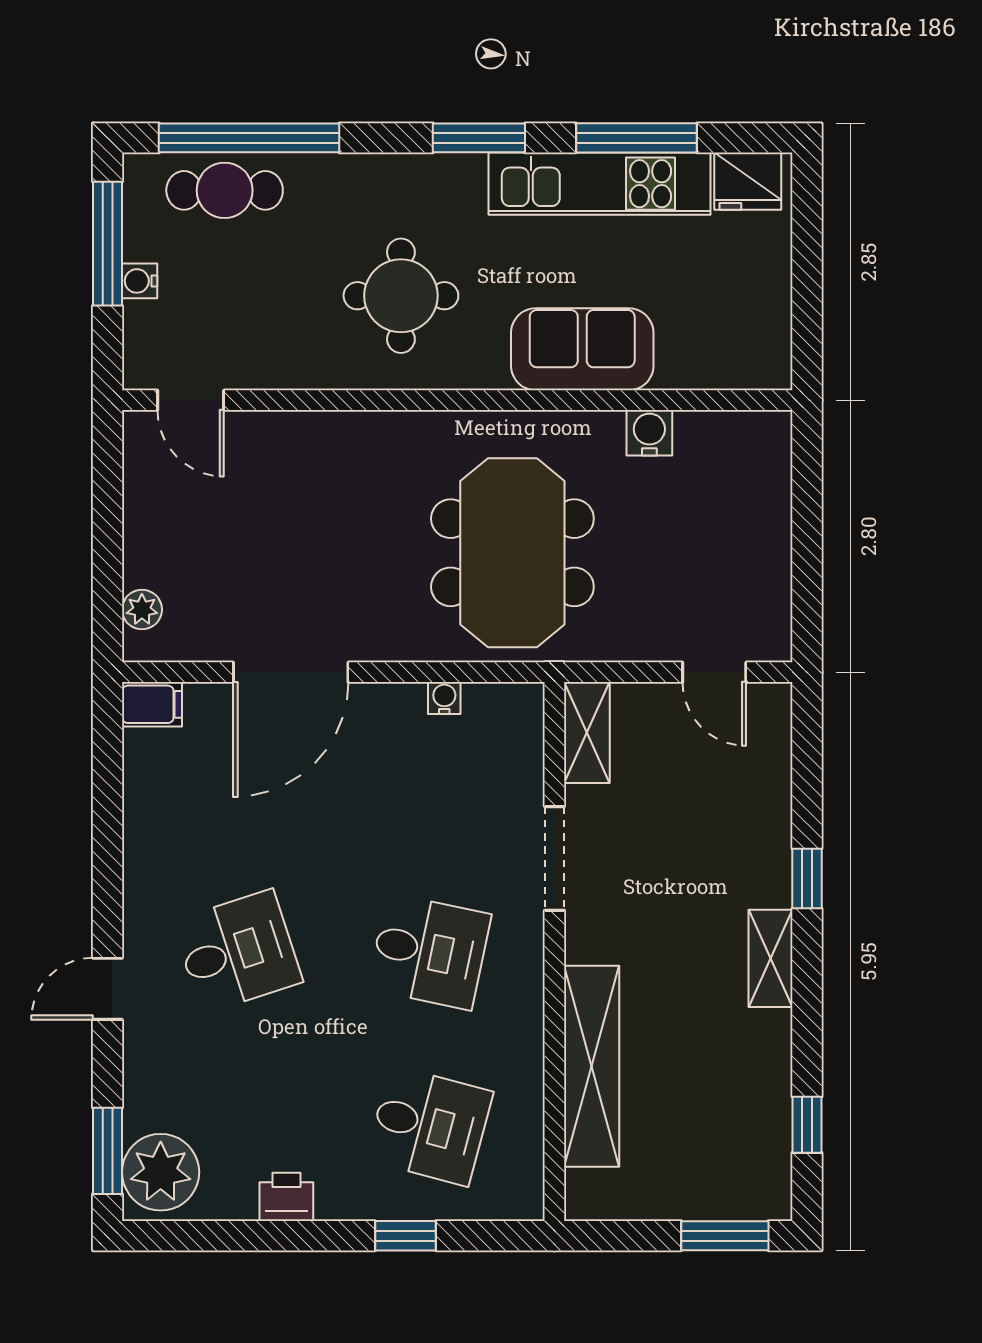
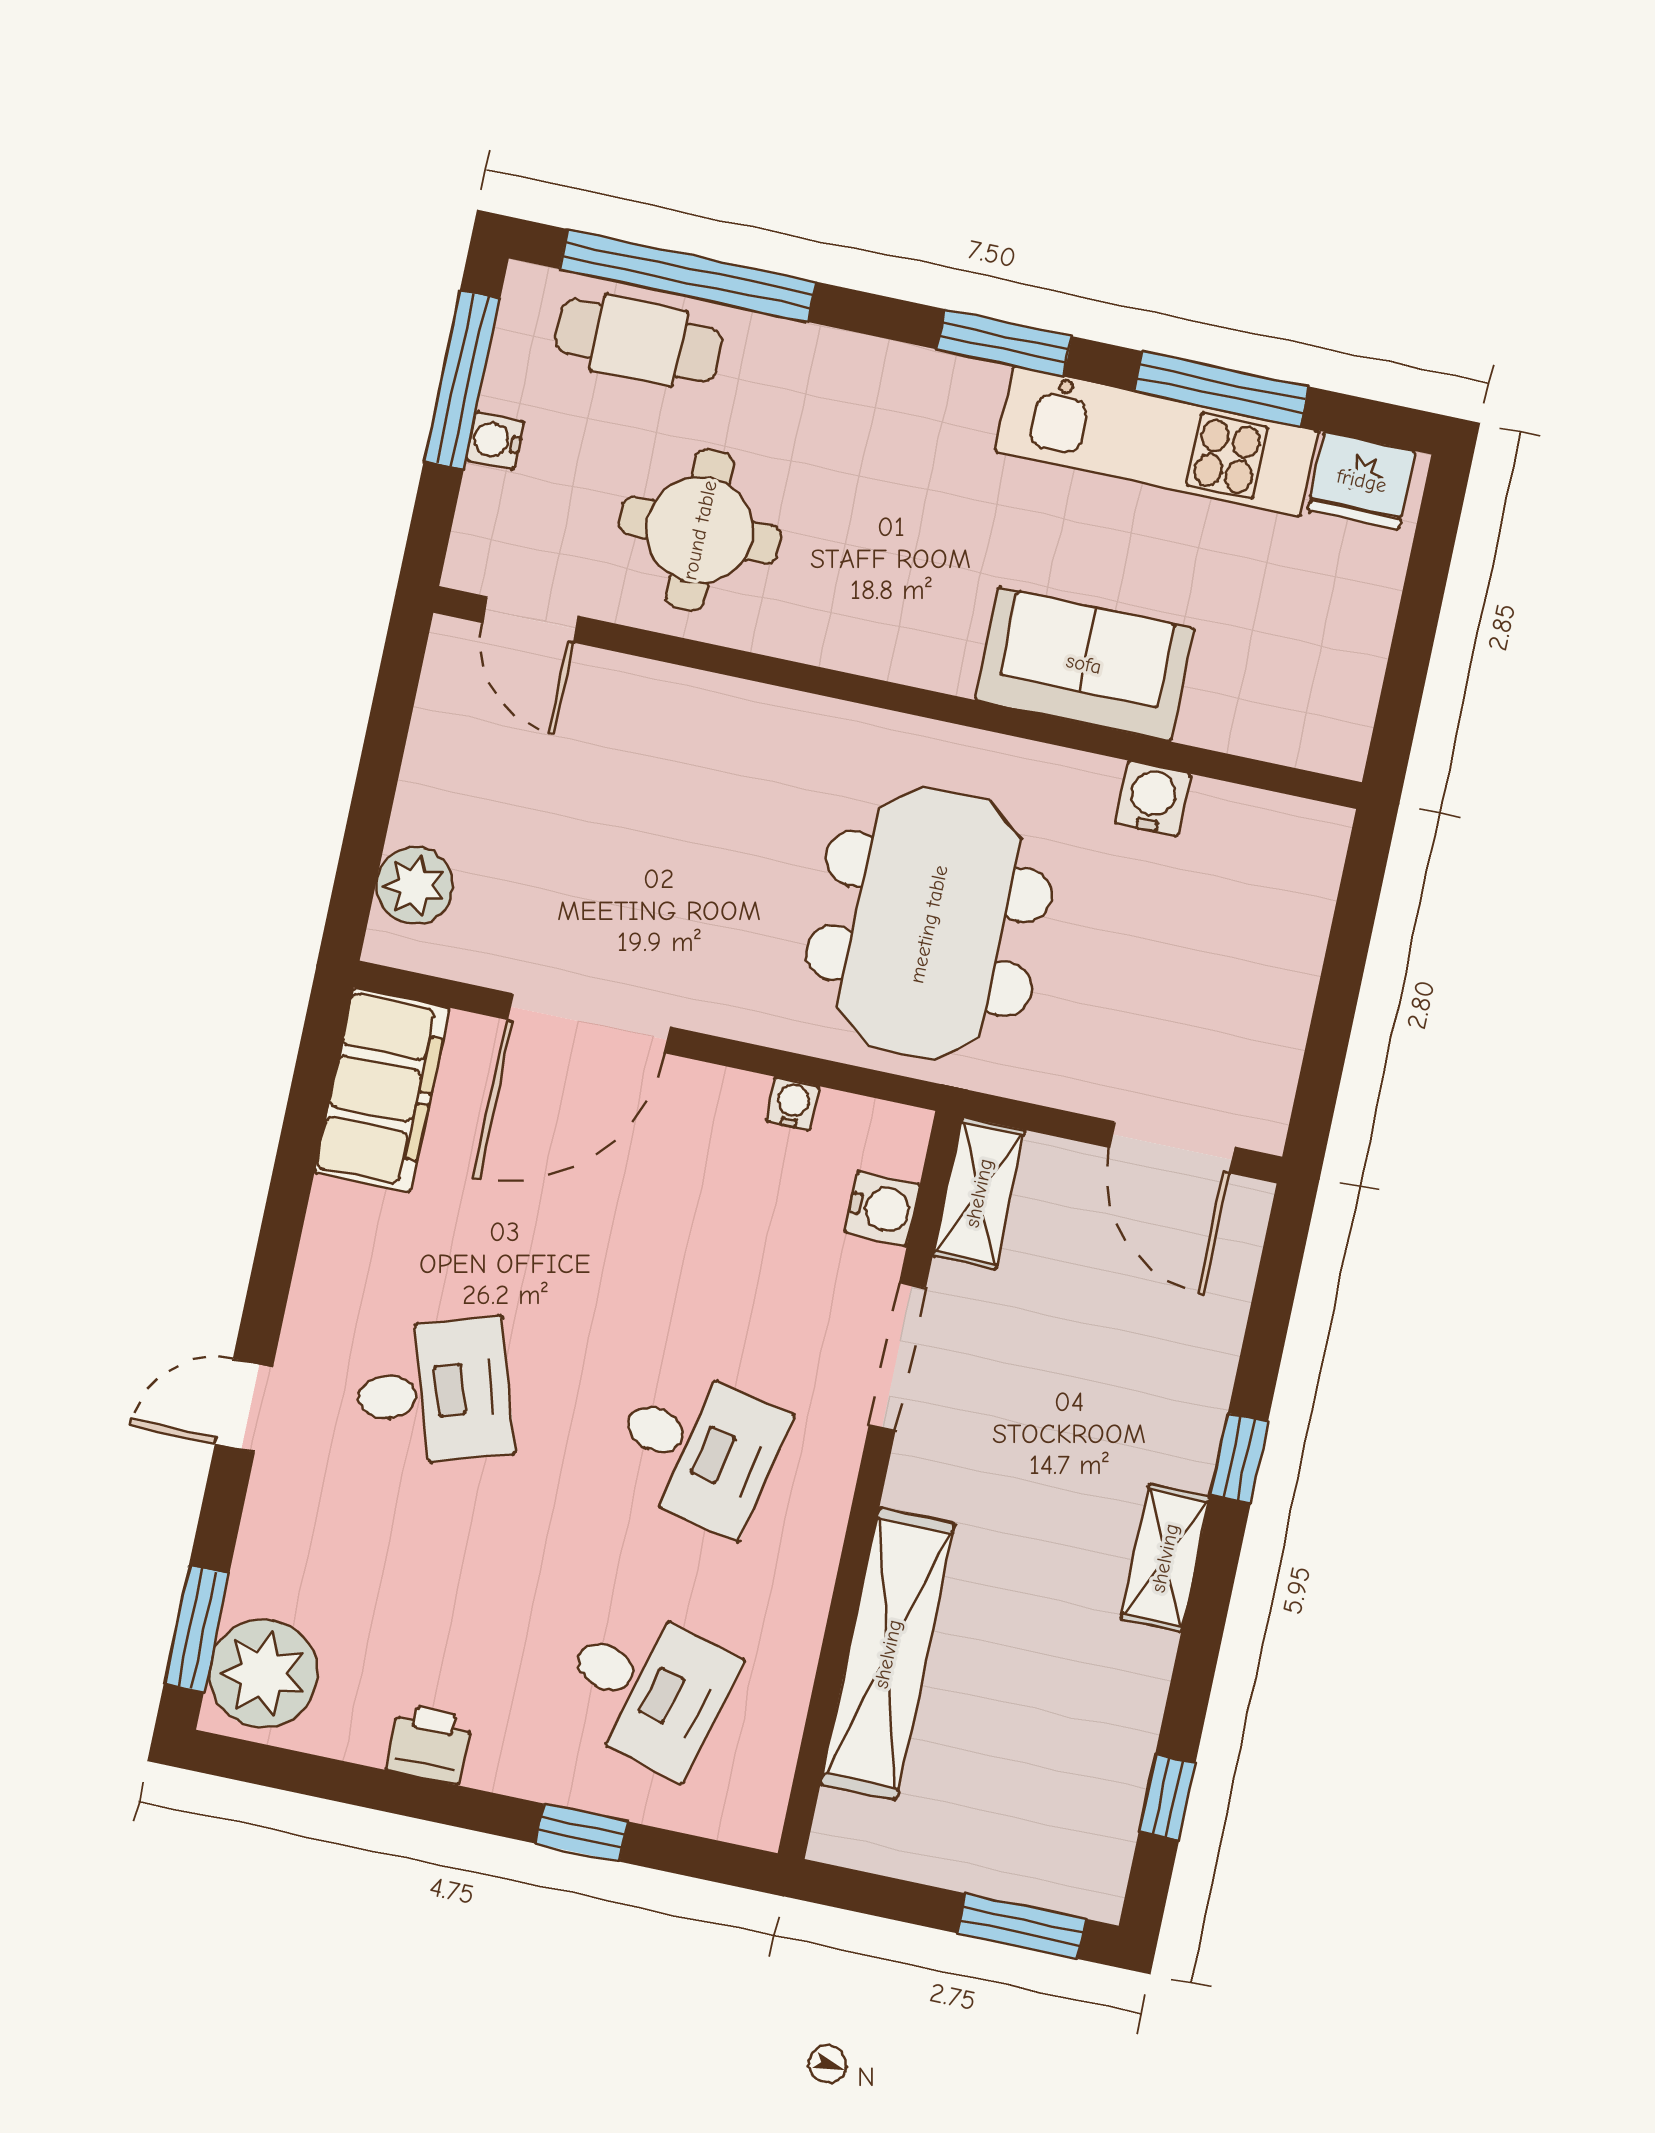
round table: (401, 296) -> (700, 530), moved
plant: (142, 610) -> (415, 885), width x1.38, depth x1.38
door: (714, 672) -> (1172, 1147), width x1.38
filing cabinet: (152, 704) -> (382, 1090), width x3.00, depth x1.17
water cooler: (522, 758) -> (882, 1208), added

